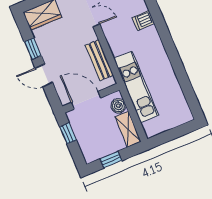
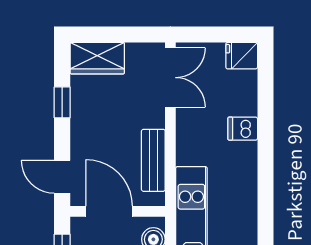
door: (44, 75) -> (62, 177), moved

